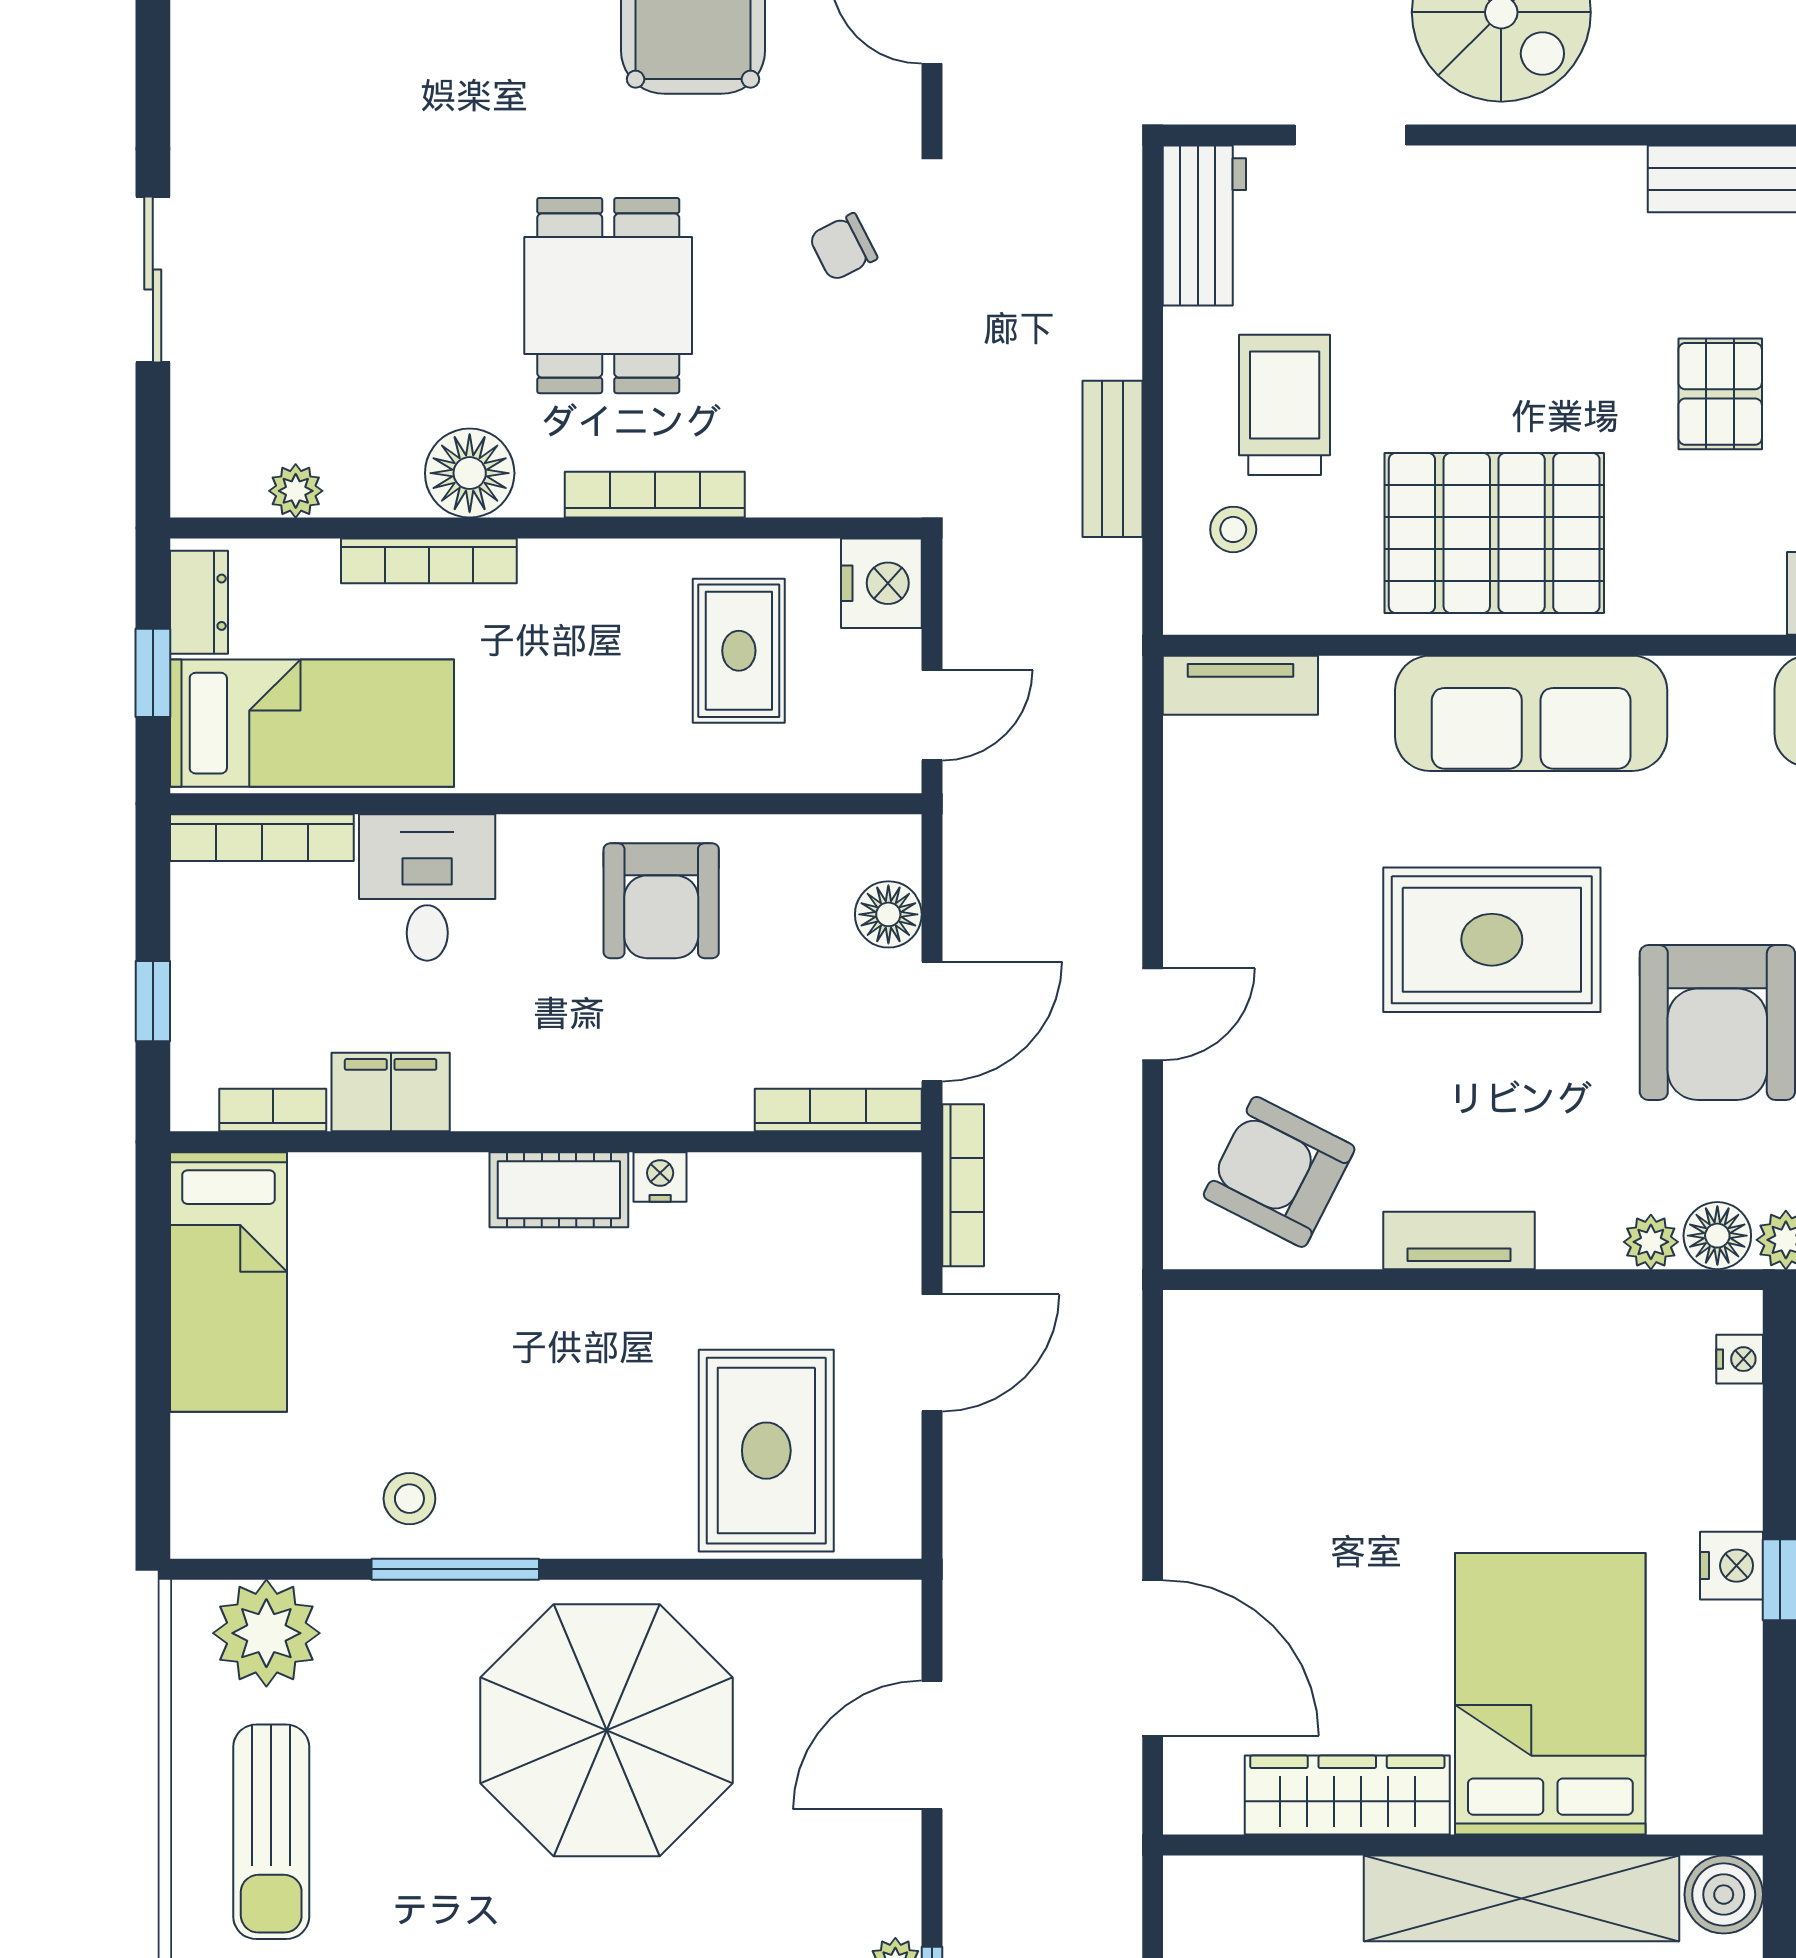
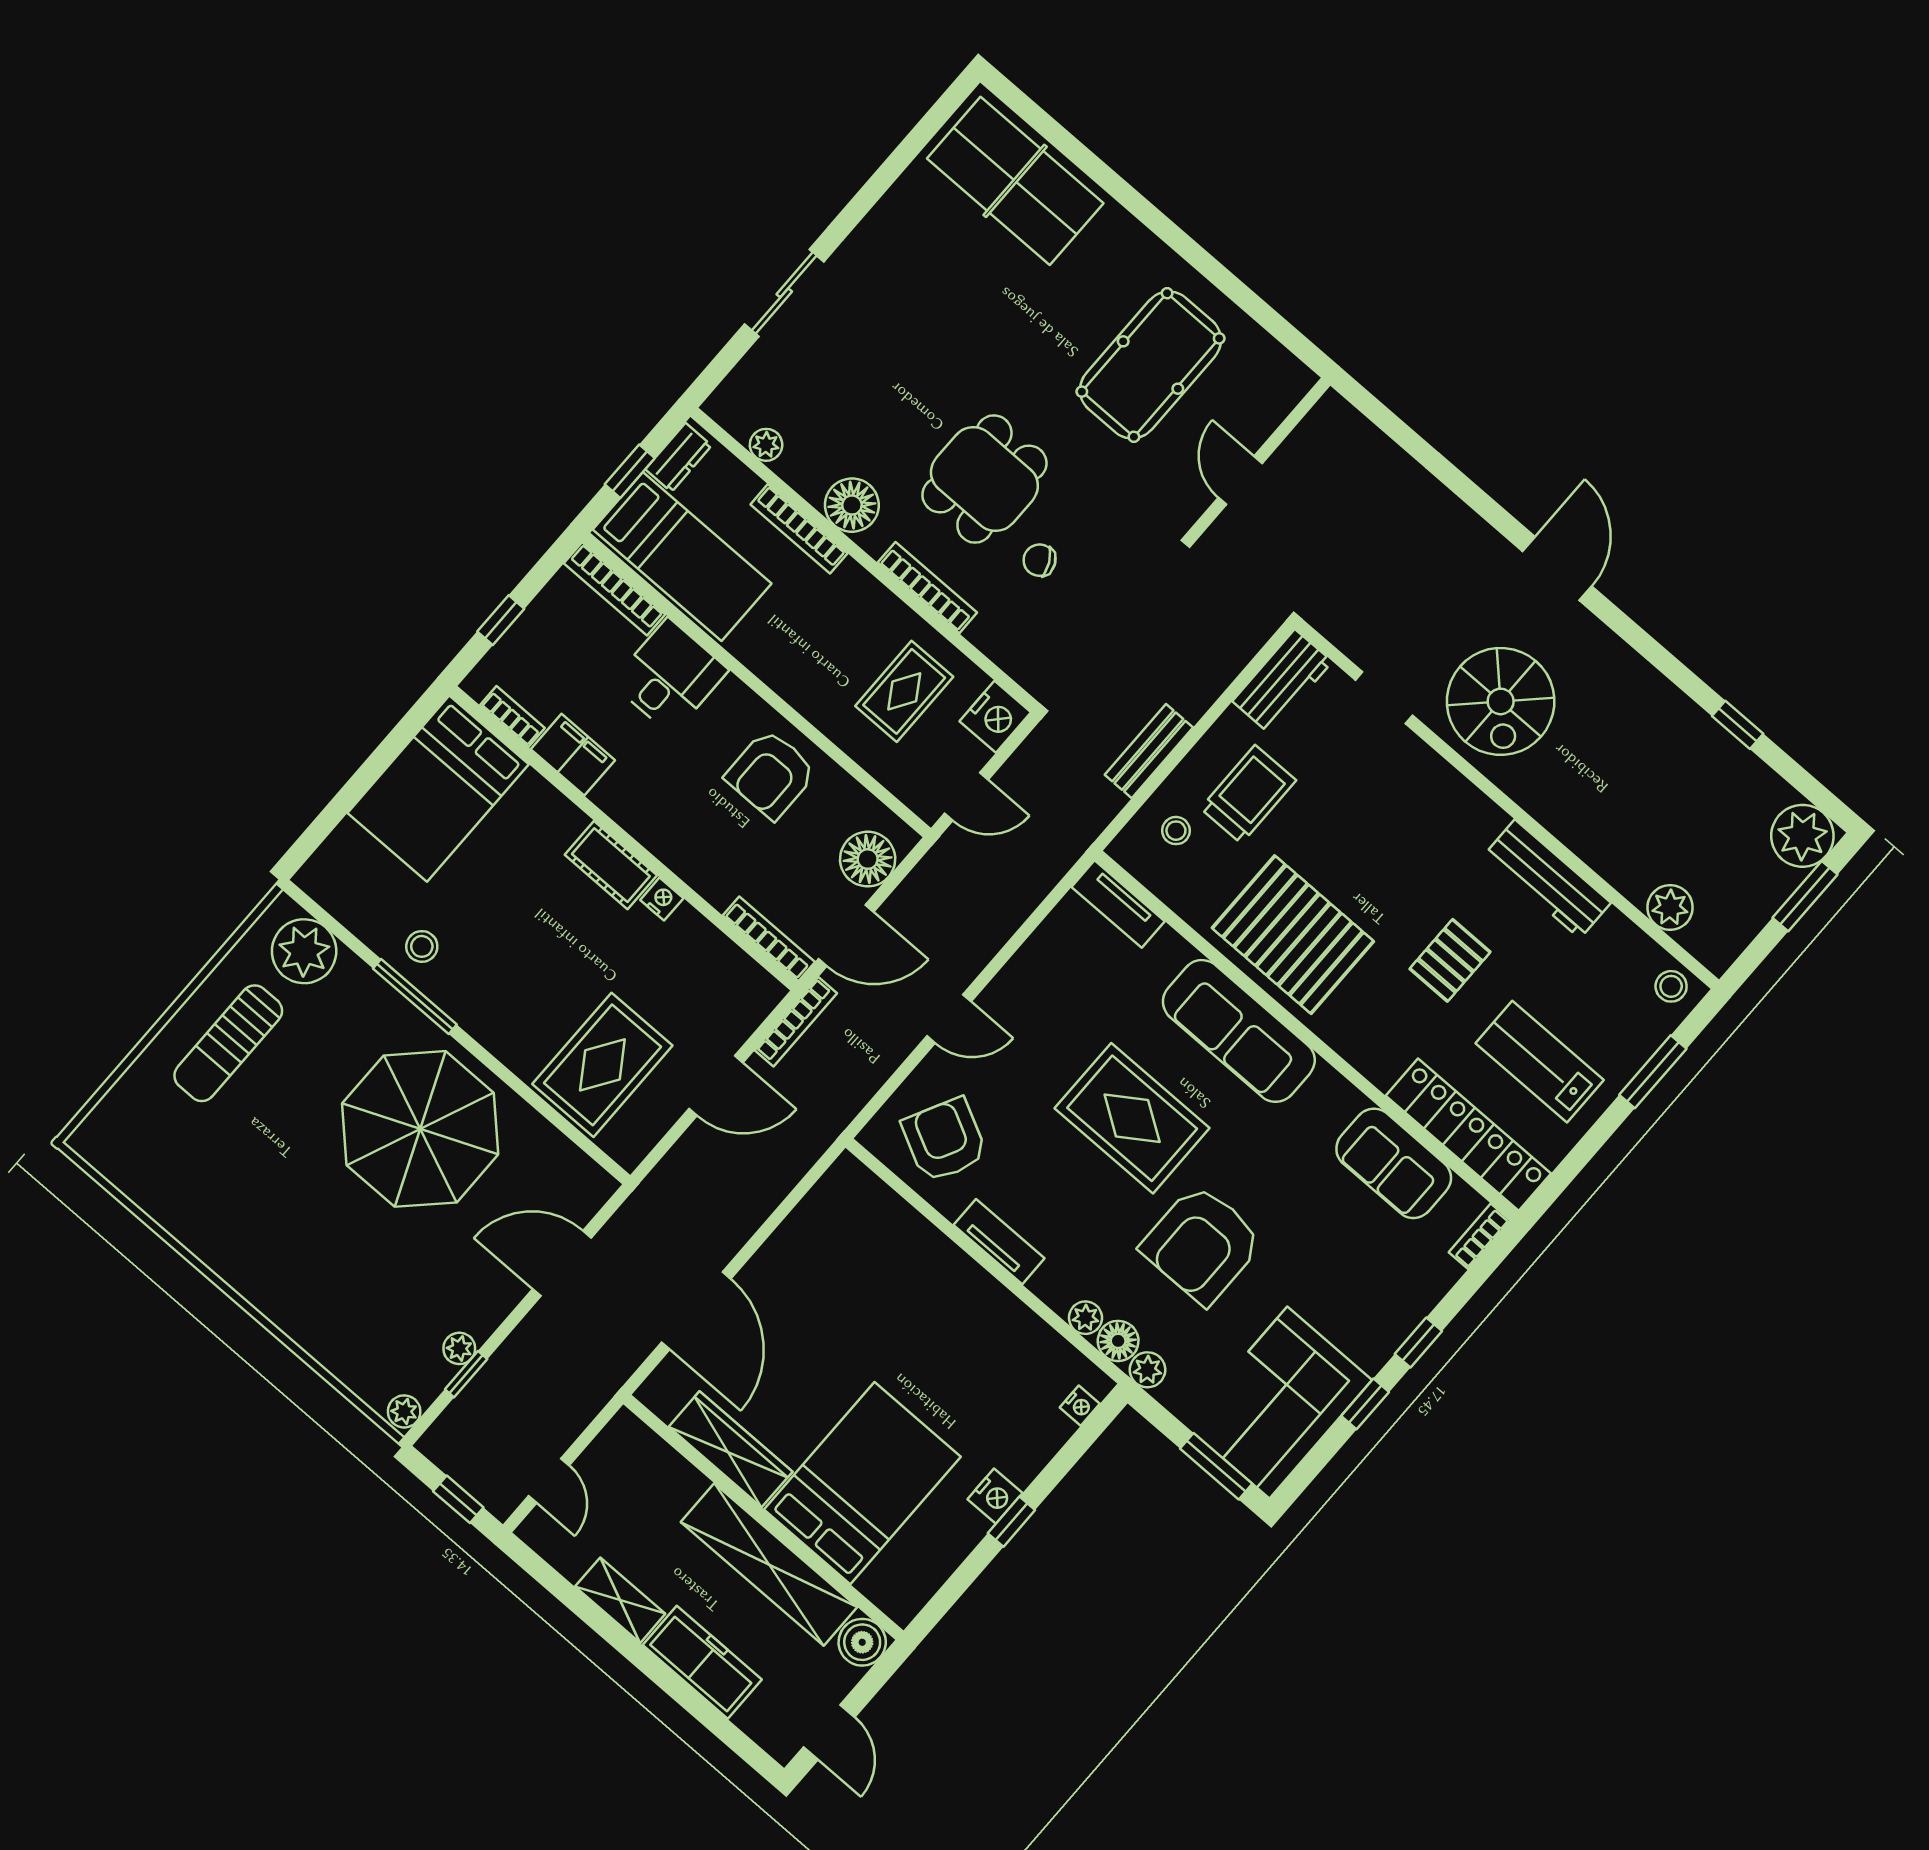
chair: (843, 247) -> (1040, 560), moved
floor lamp: (888, 914) -> (868, 859), width x1.38, depth x1.38
bed: (228, 1282) -> (438, 789), width x1.50

